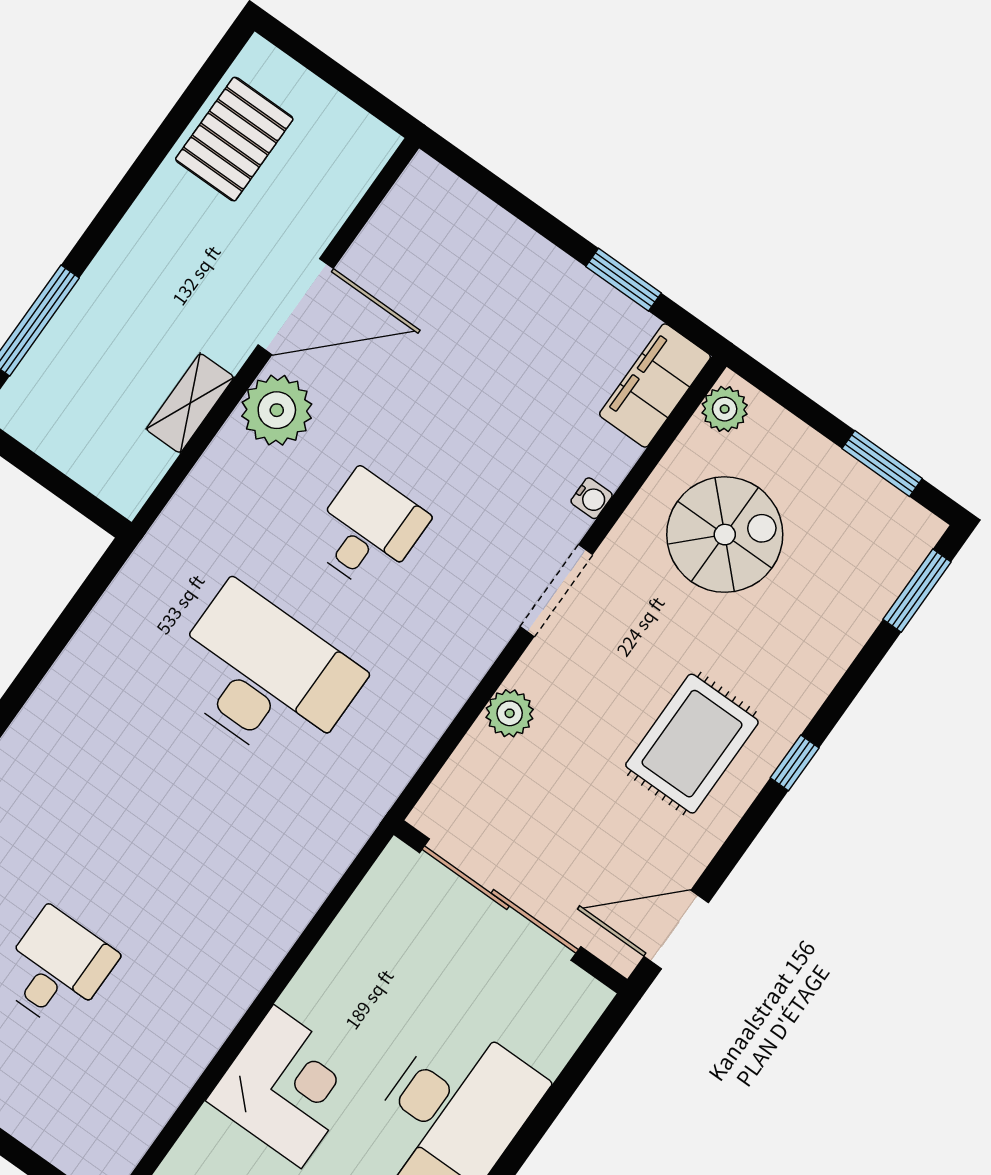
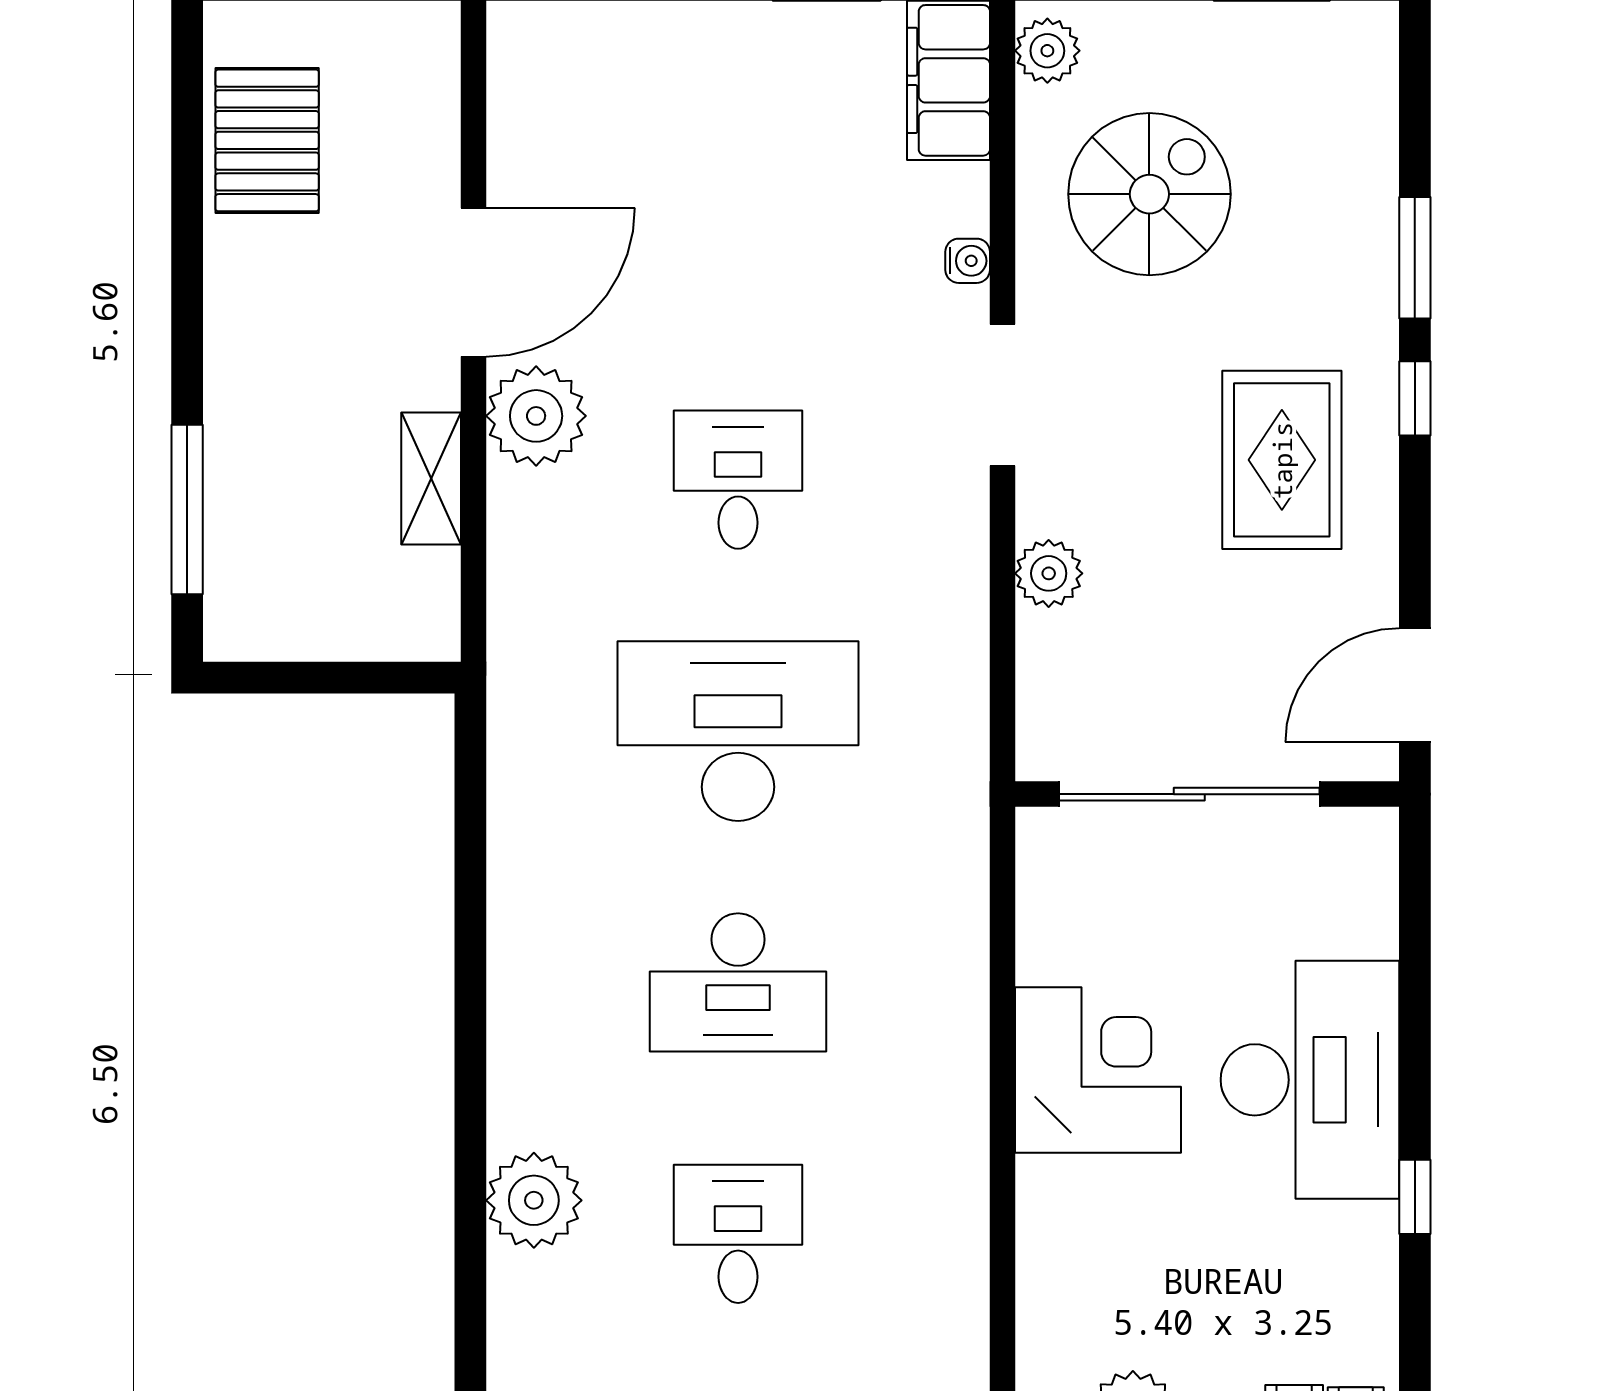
window: (917, 591) -> (1415, 258), moved
desk: (160, 823) -> (738, 982), added
corner desk: (287, 1087) -> (1098, 1070), moved

